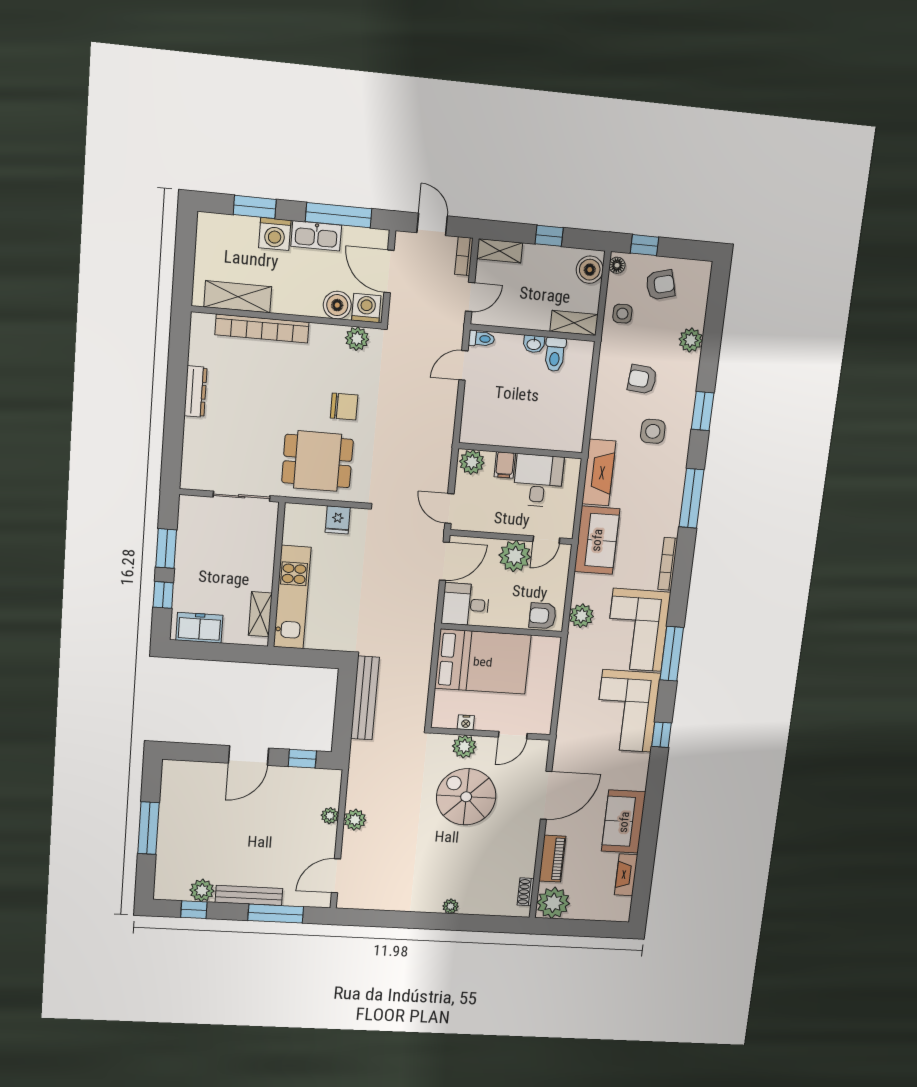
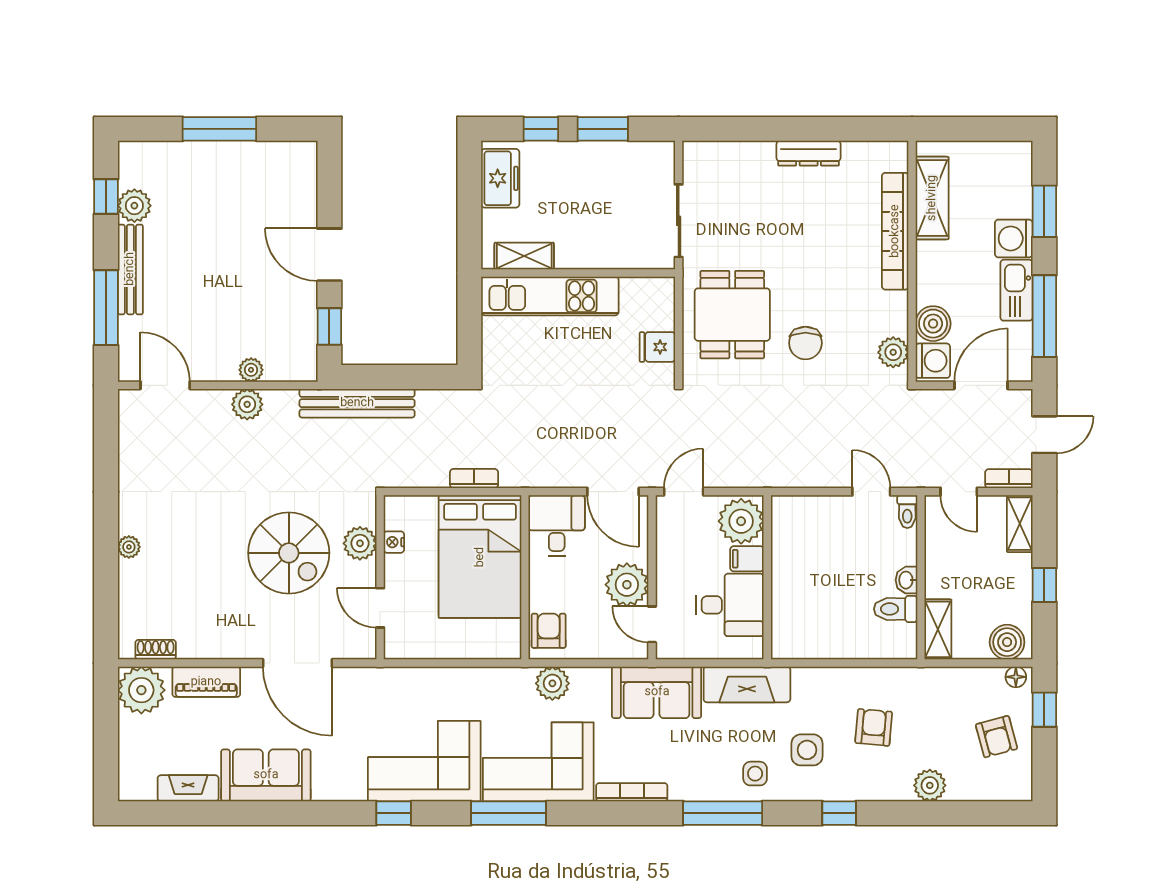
side table: (622, 314) -> (755, 774), moved
window: (703, 411) -> (839, 813), width x0.67
plant: (472, 462) -> (741, 521), width x1.36, depth x1.36
bookcase: (425, 662) -> (474, 479), added
bench: (365, 698) -> (357, 403), moved
spiral stairs: (466, 797) -> (289, 553), turned 90

